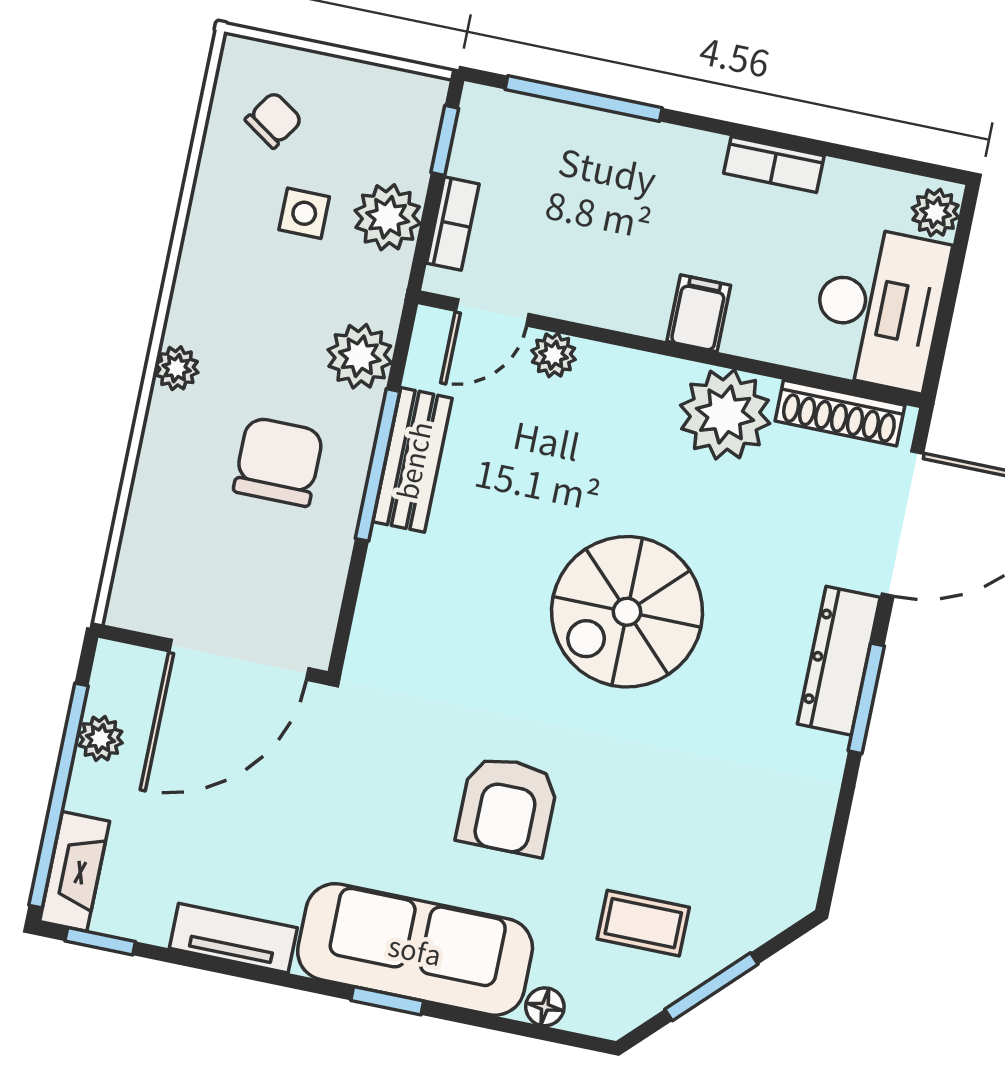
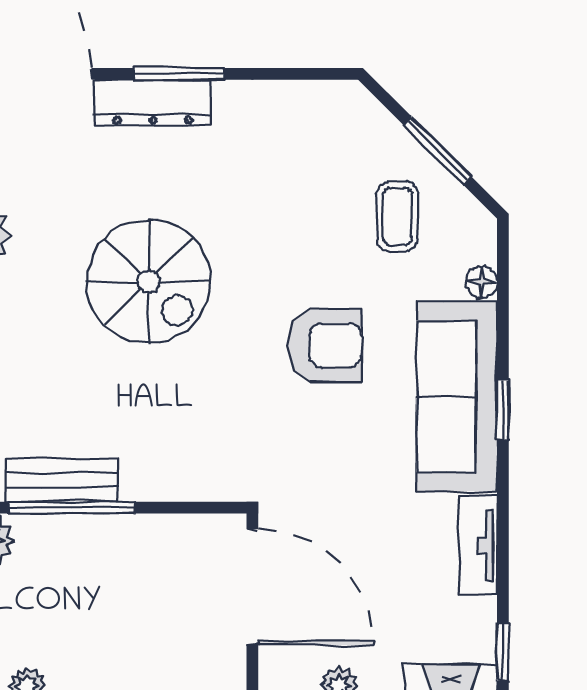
chair: (278, 462) -> (86, 588), removed

